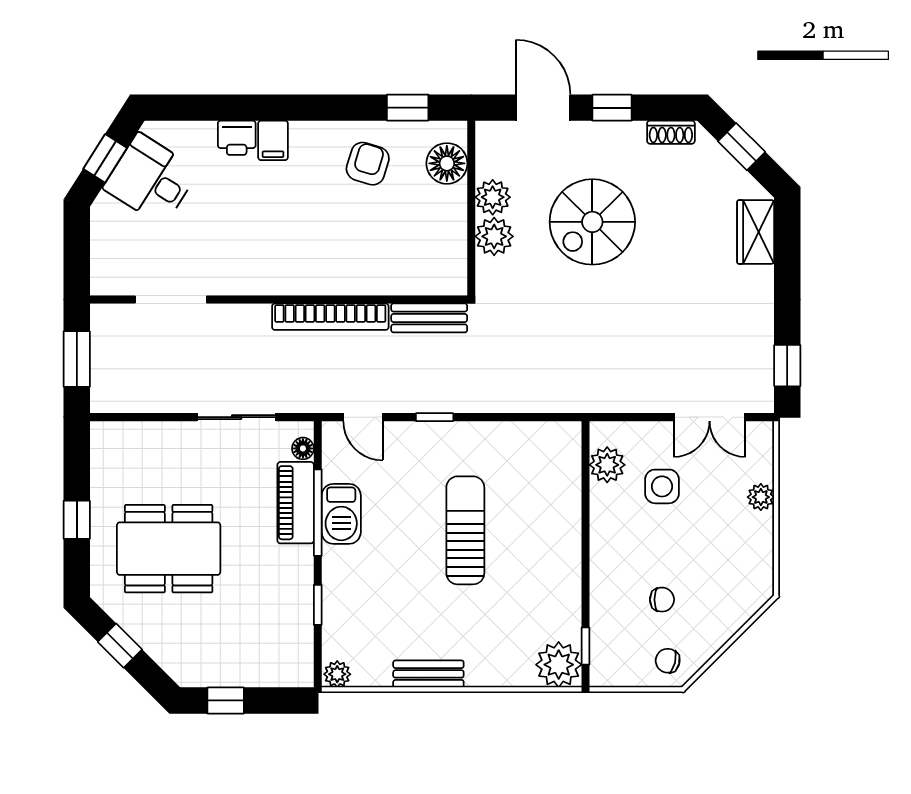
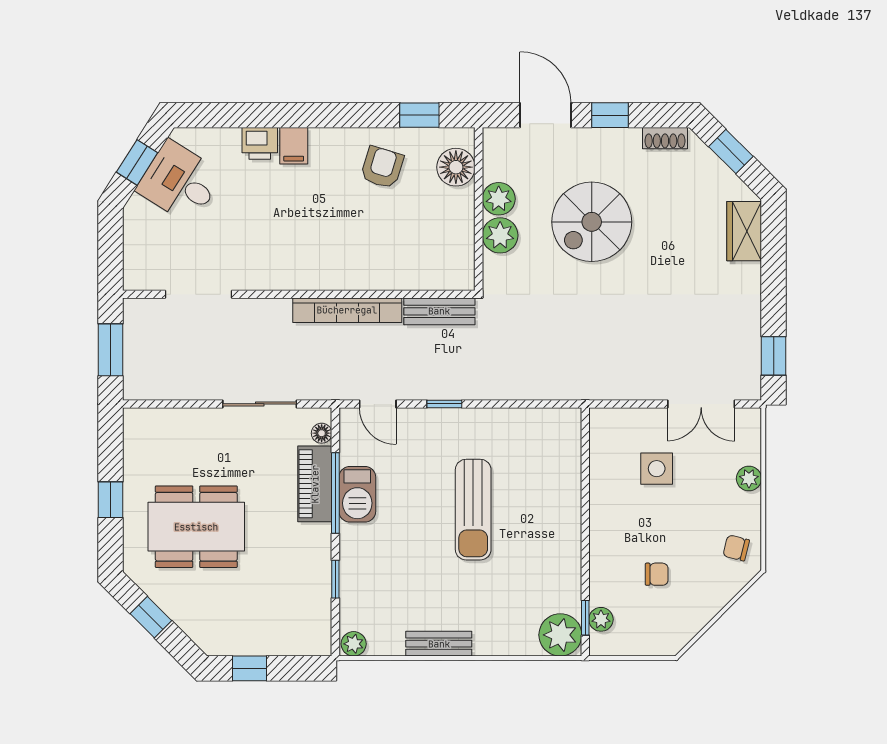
plant: (607, 465) -> (601, 619), moved, width x0.73, depth x0.73
sun lounger: (465, 530) -> (473, 510), turned 180
chair: (668, 661) -> (736, 548), moved

